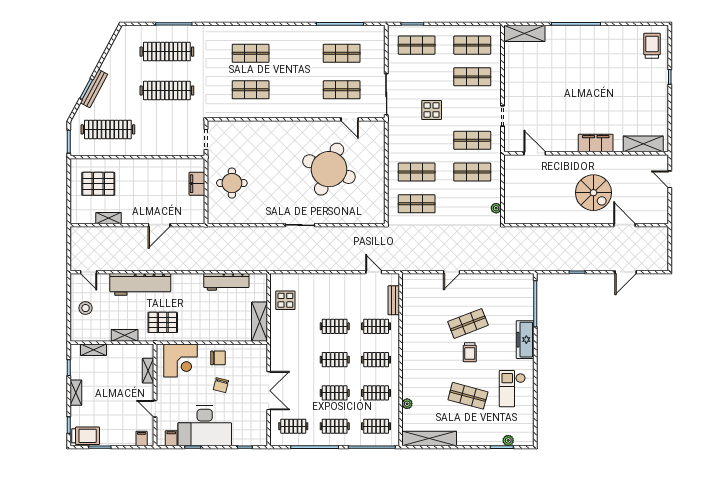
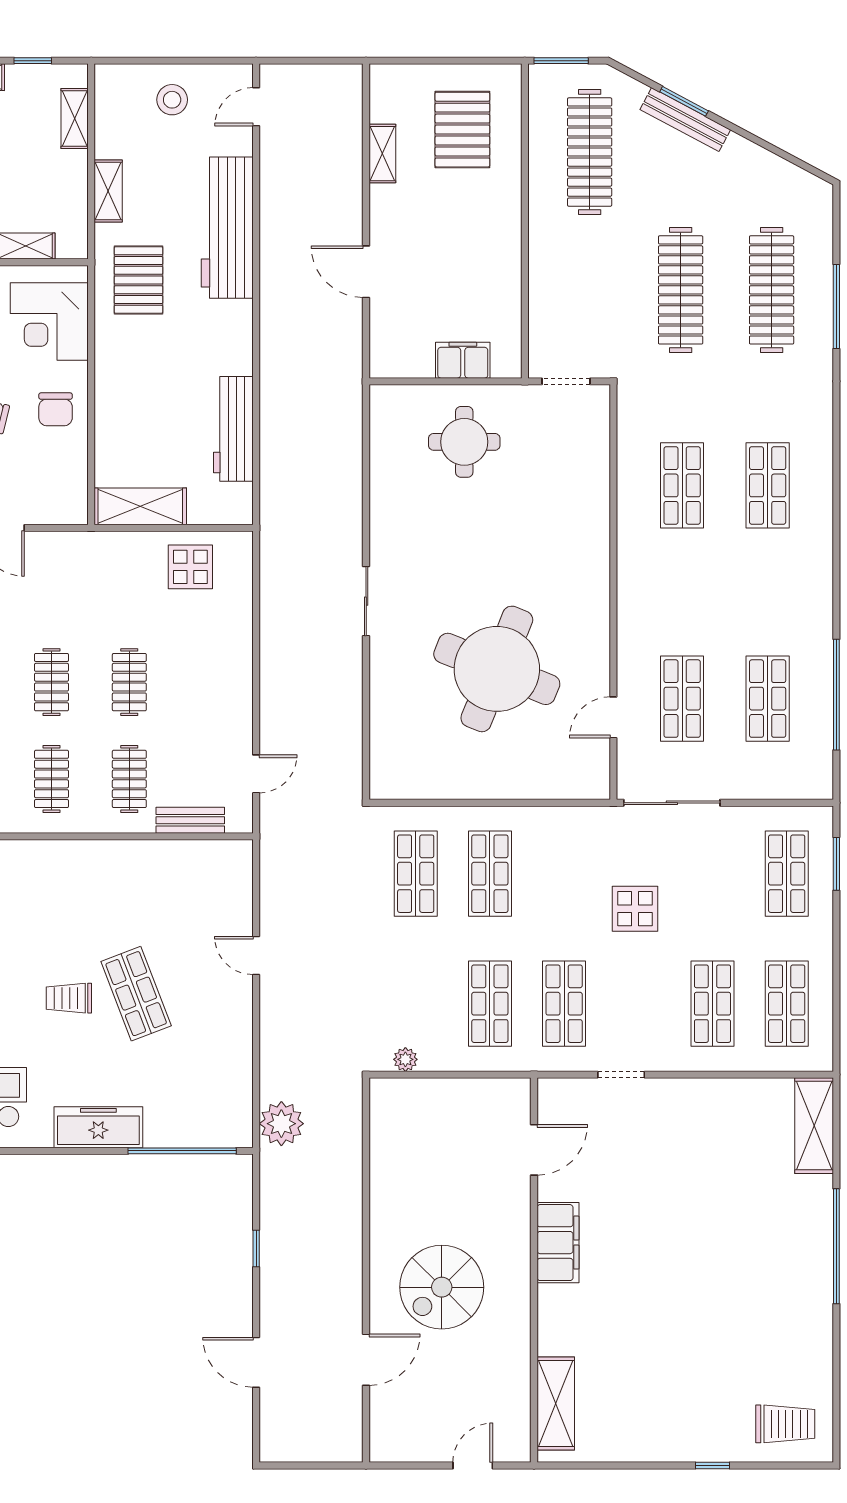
filing cabinet: (596, 143) -> (558, 1243), moved
plant: (524, 261) -> (281, 1124), added

